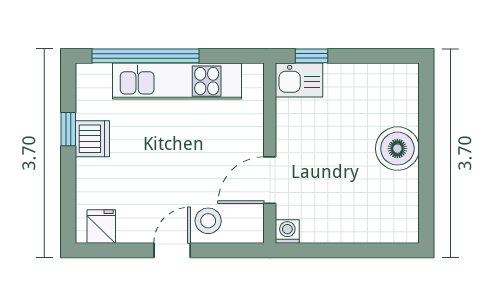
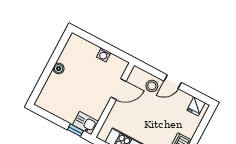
boiler: (397, 149) -> (59, 68), width x0.54, depth x0.54
washing machine: (287, 231) -> (104, 55), moved

